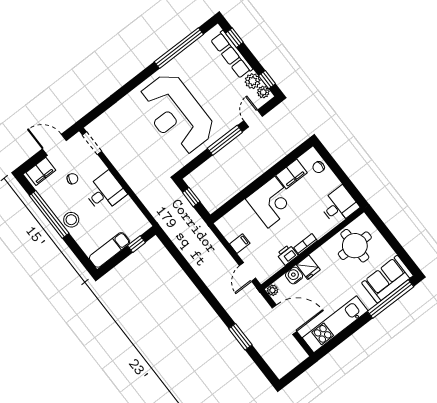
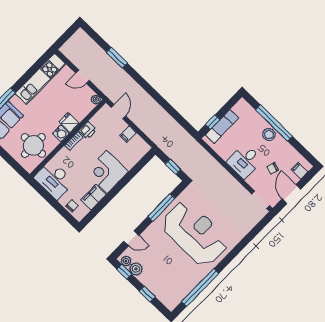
window: (234, 38) -> (147, 294), moved
row of seats: (232, 54) -> (156, 288), removed
door: (253, 118) -> (131, 238), hinge flipped
window: (225, 140) -> (161, 207), moved
door: (54, 145) -> (291, 194), swing flipped
filing cabinet: (41, 171) -> (299, 171), width x0.50
desk: (339, 206) -> (54, 180), width x1.37
window: (49, 214) -> (274, 123), moved
exam couch: (109, 250) -> (222, 126), moved
water cooler: (294, 276) -> (61, 133), moved
door: (284, 320) -> (83, 77), width x0.53

